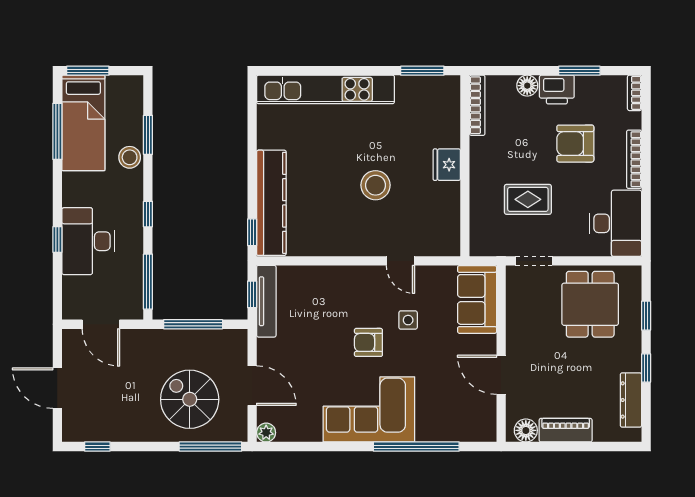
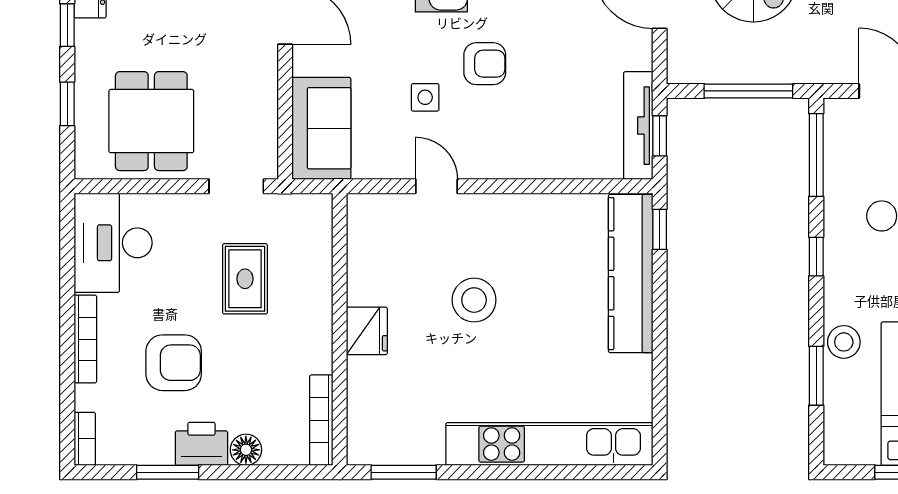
rug: (528, 199) -> (245, 279), turned 90

